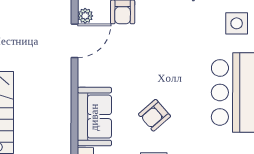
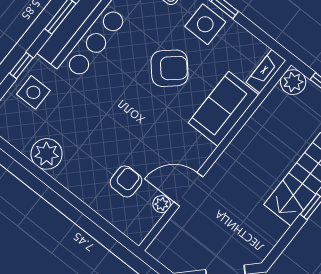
armchair: (155, 115) -> (170, 68), width x1.38, depth x1.38

